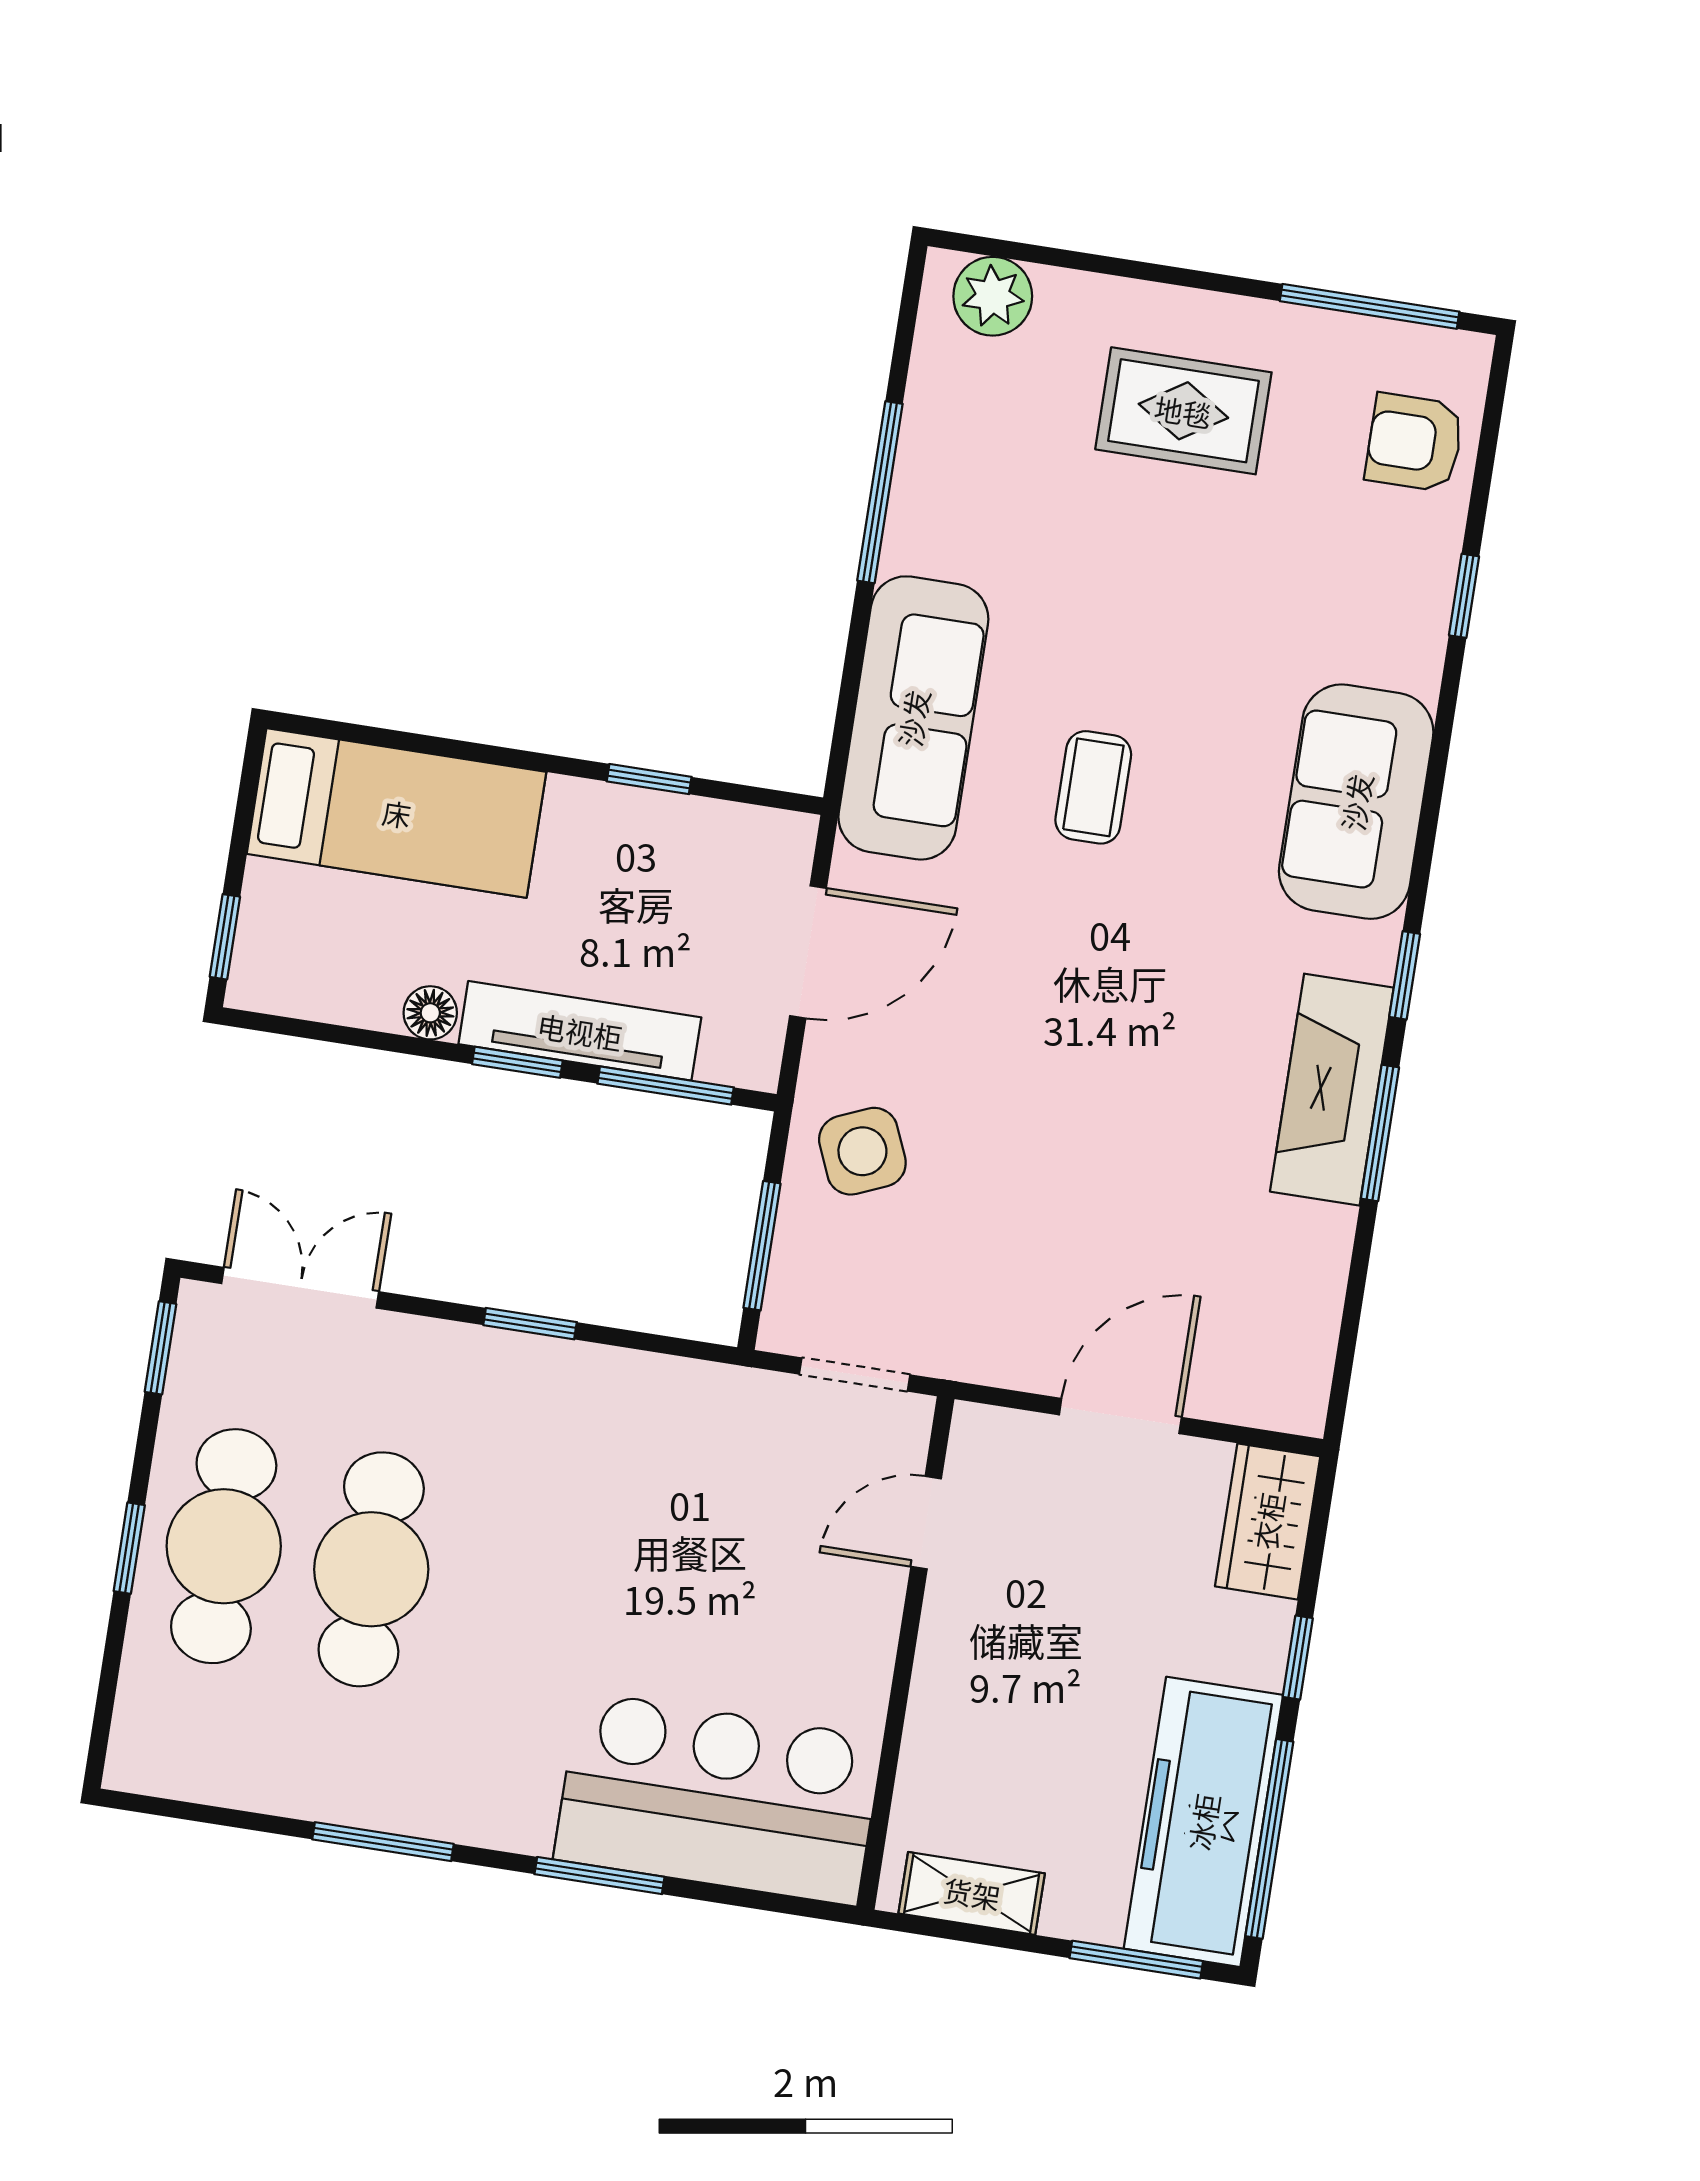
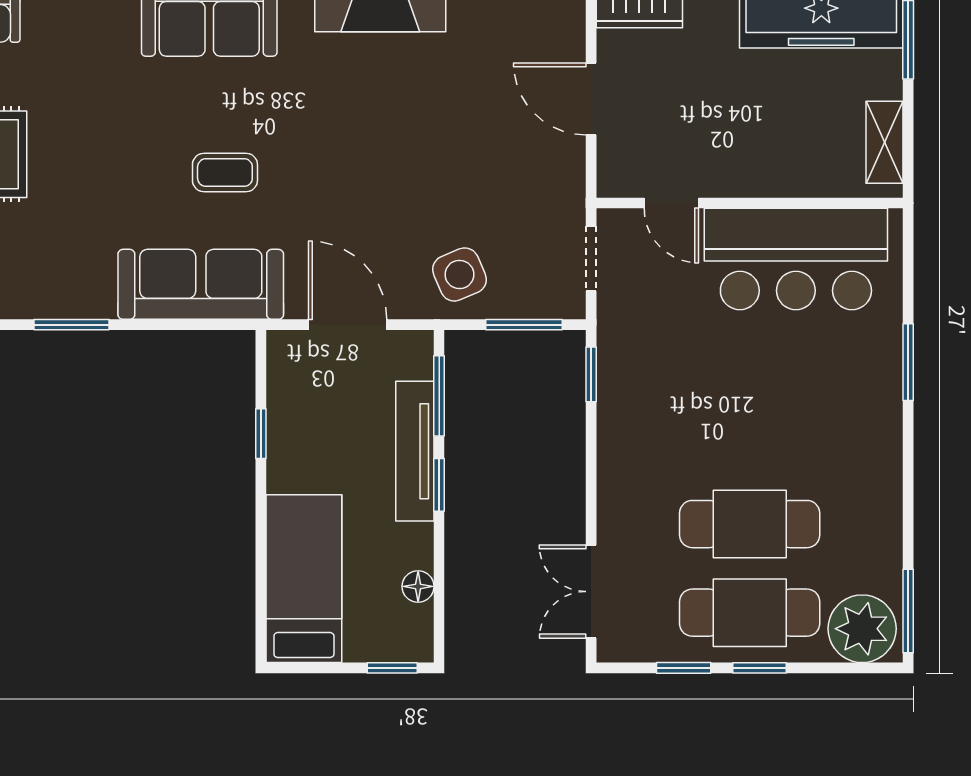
window: (880, 492) -> (72, 325), width x0.69
floor lamp: (430, 1013) -> (418, 586), moved
window: (530, 1324) -> (591, 374), moved
window: (160, 1348) -> (684, 668), moved
plant: (168, 1729) -> (862, 629), added
bar counter: (718, 1799) -> (796, 259), moved, turned -90
window: (383, 1842) -> (908, 611), moved

